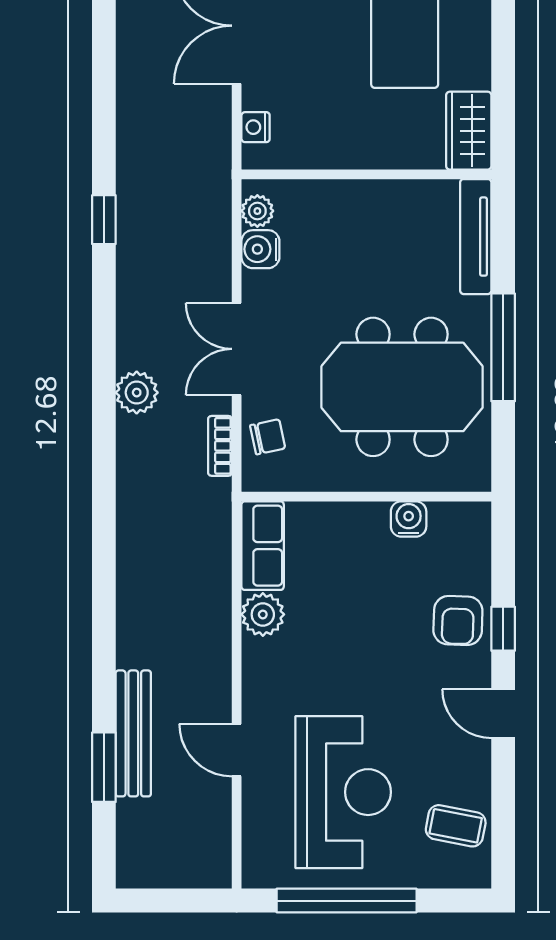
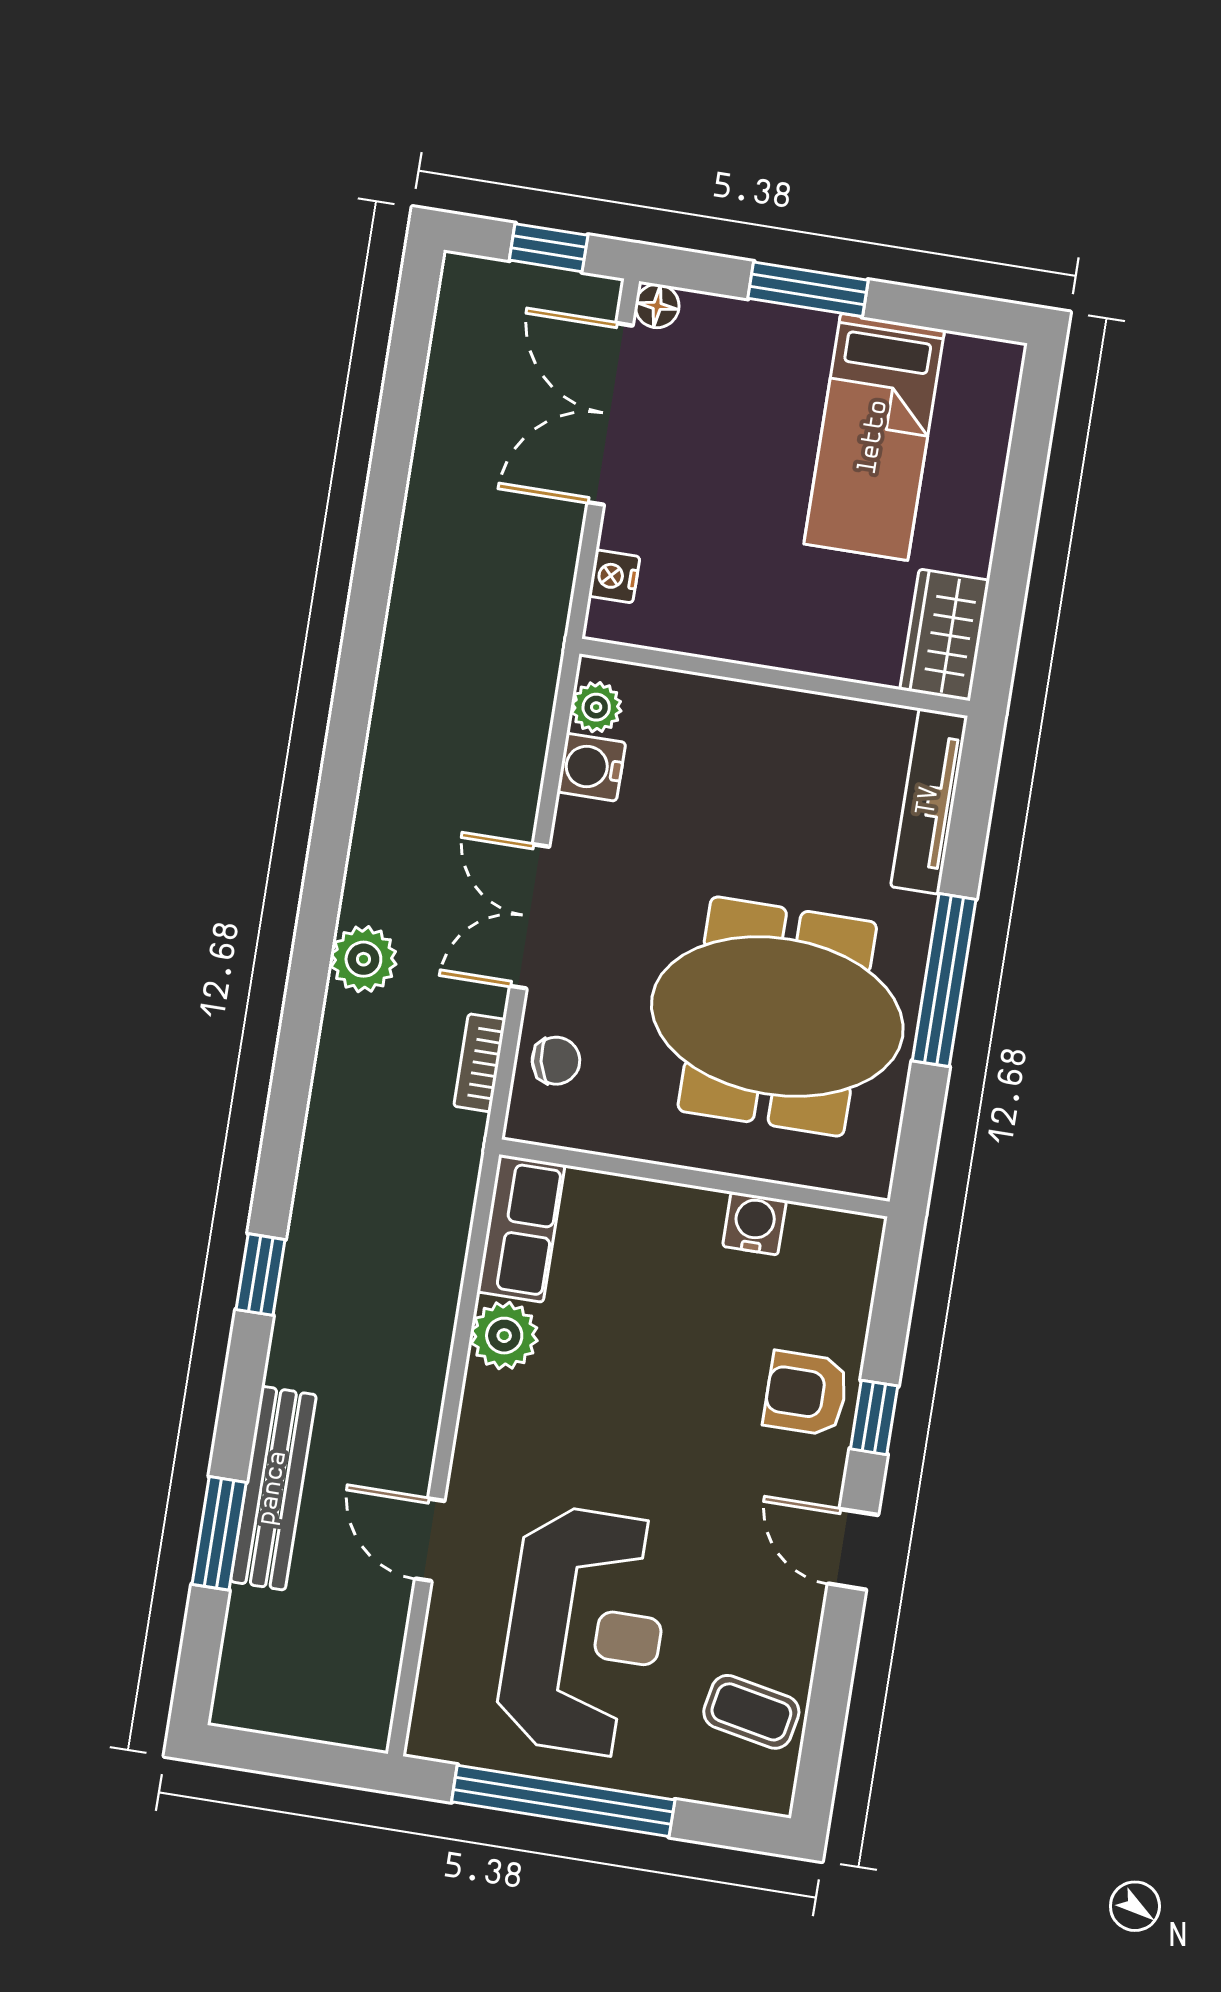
window: (104, 220) -> (261, 1275), moved
armchair: (458, 620) -> (806, 1393), turned 88

